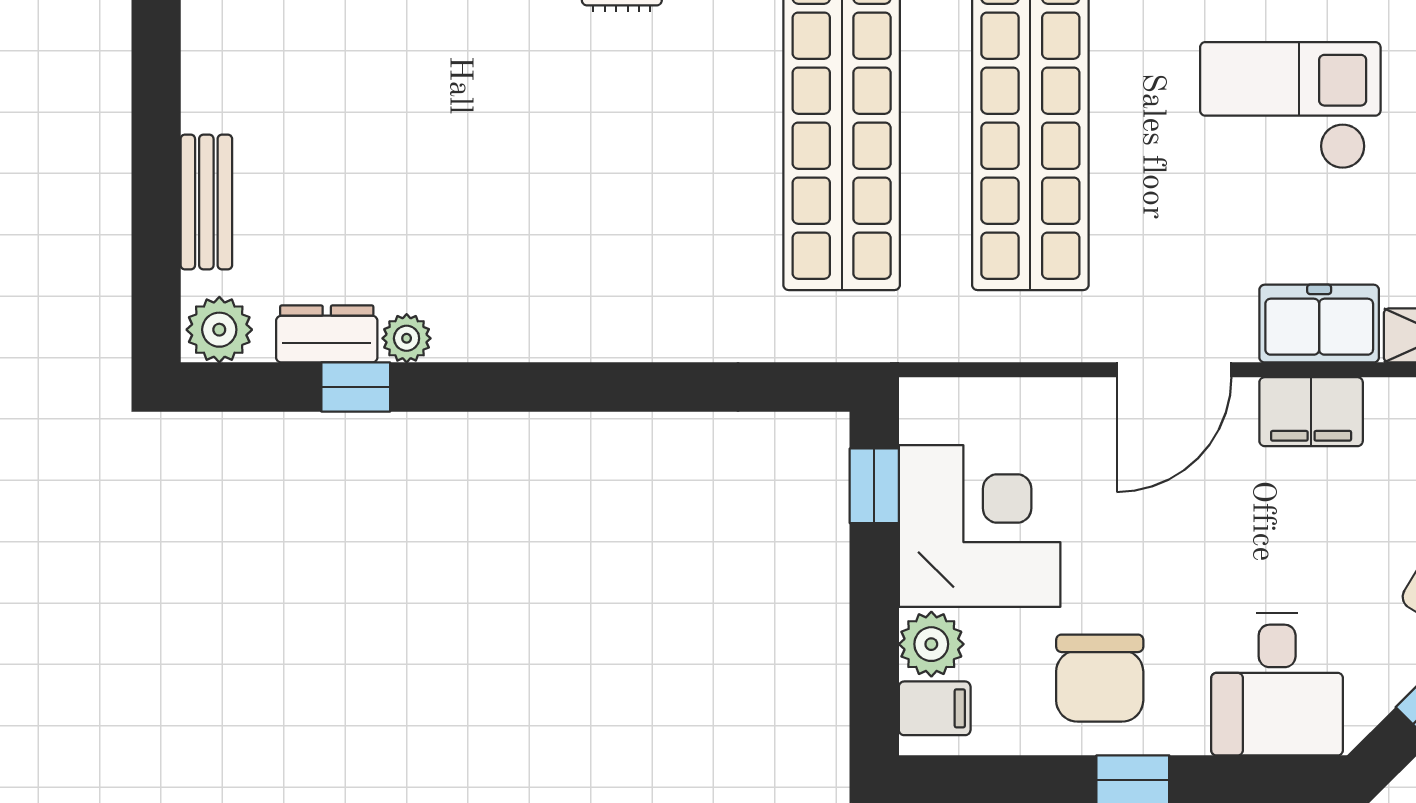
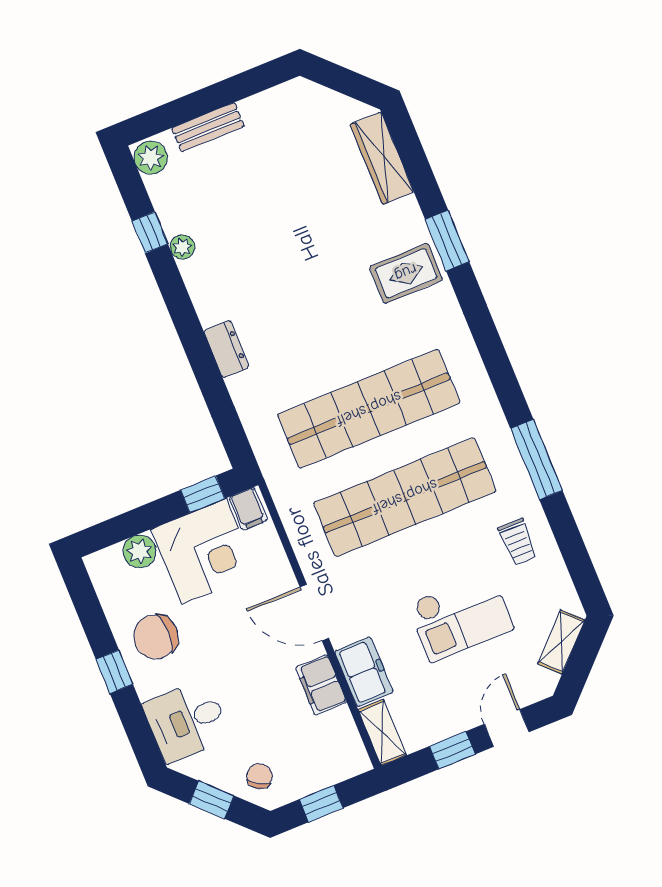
checkout: (1290, 106) -> (460, 617), turned 90
dresser: (327, 334) -> (226, 349), moved
filing cabinet: (935, 708) -> (248, 509), moved

